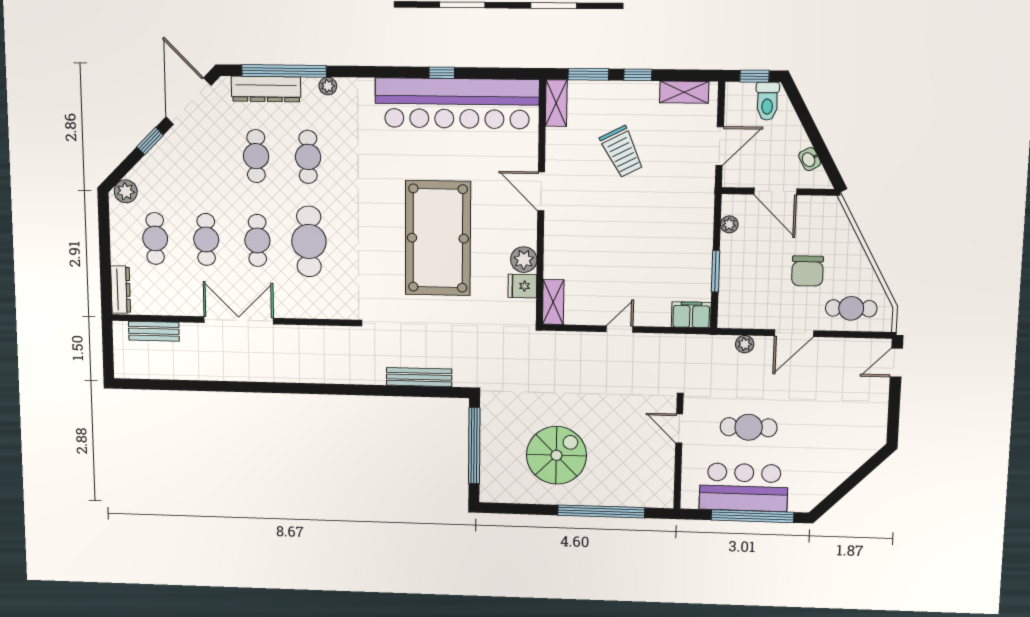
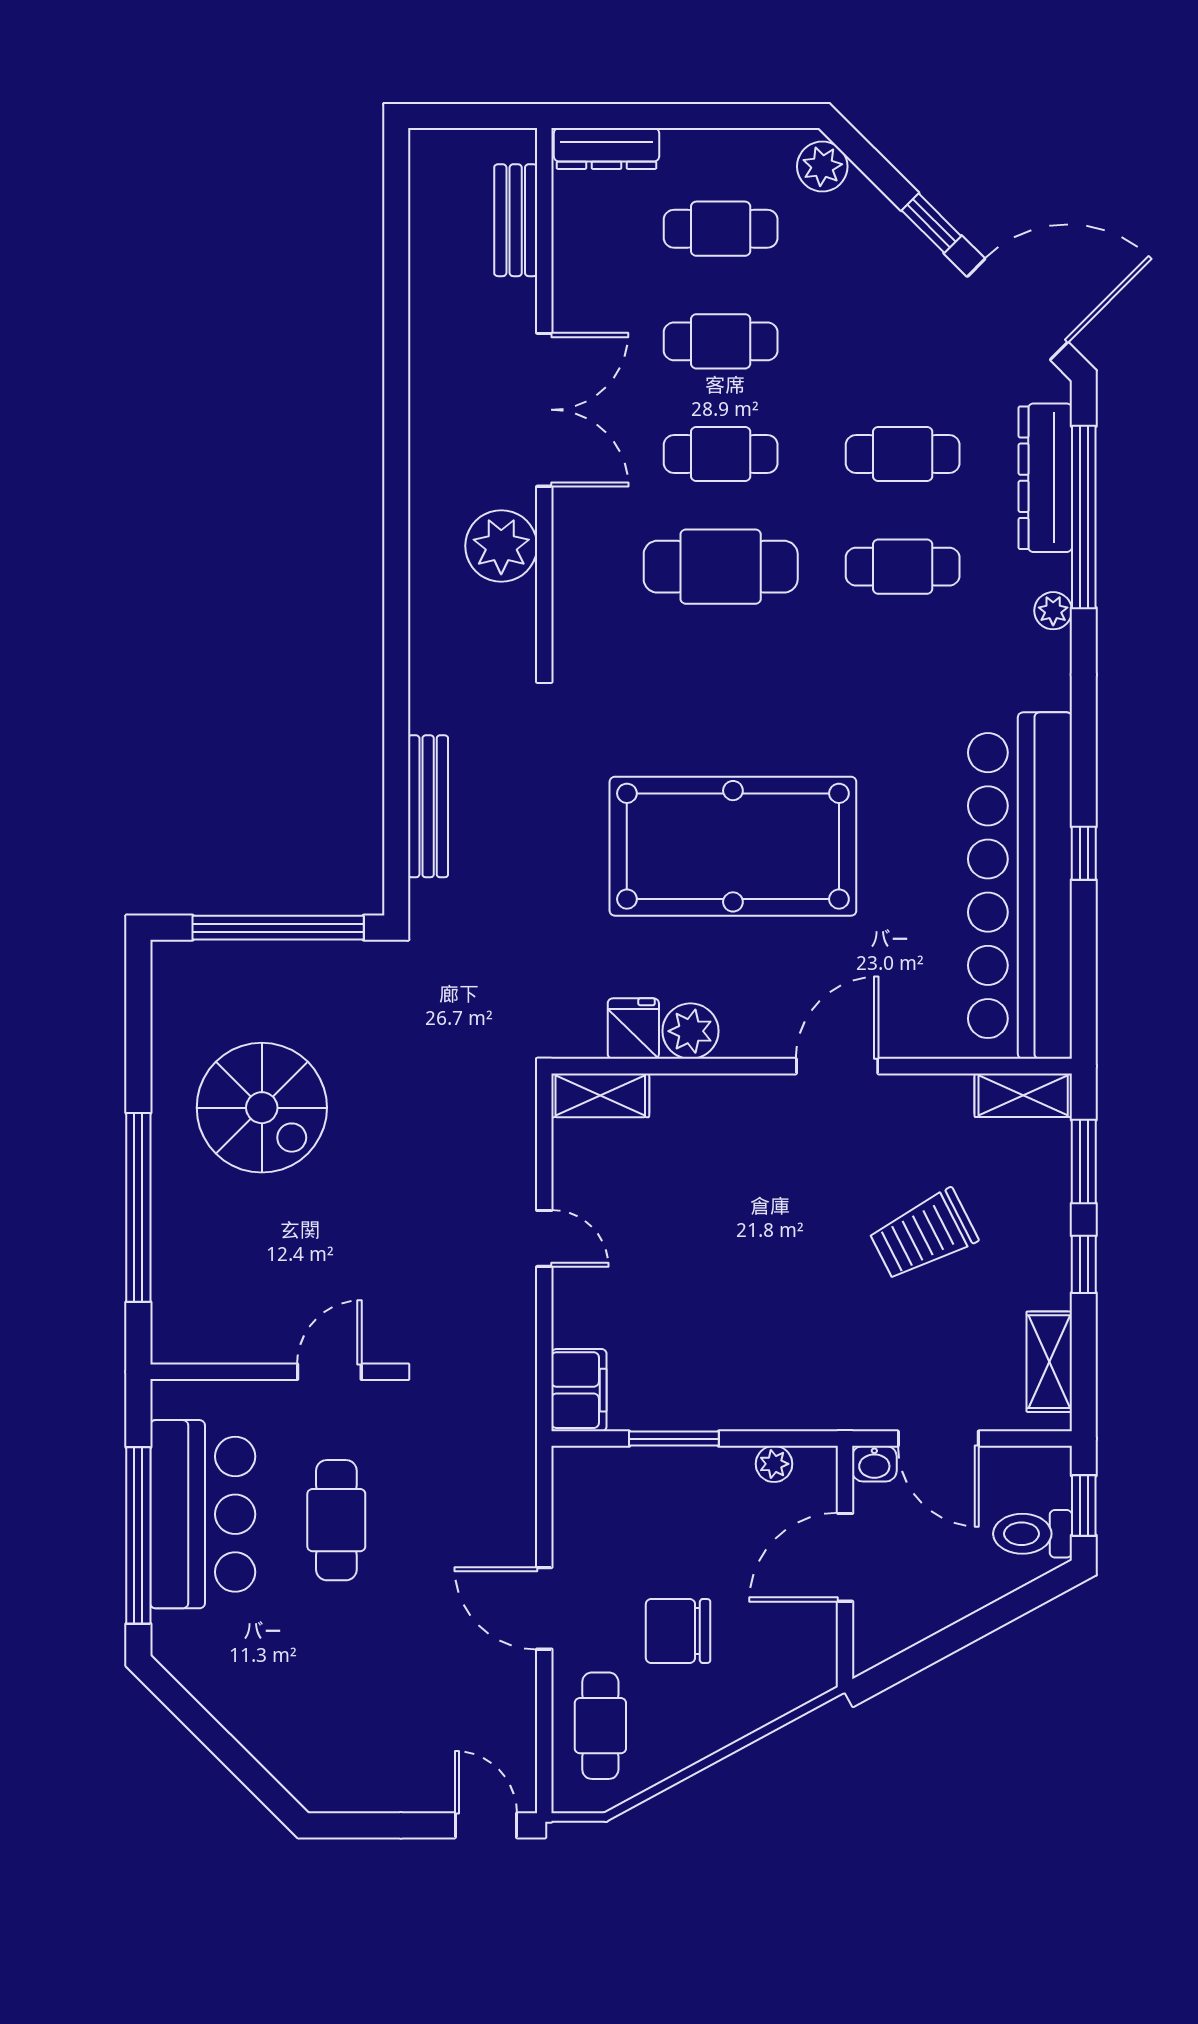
washbasin: (810, 159) -> (874, 1464), moved, turned -152
plant: (745, 344) -> (501, 546), moved, width x1.88, depth x1.88

